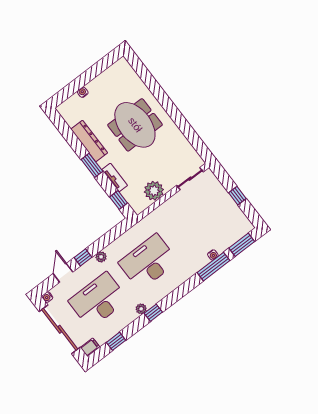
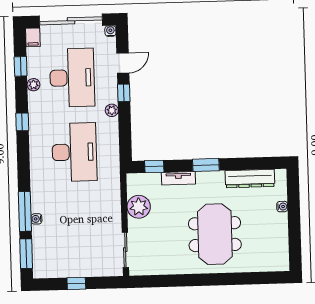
meeting table: (135, 125) -> (215, 234), turned 90
dresser: (89, 141) -> (250, 179), moved
door: (63, 273) -> (123, 63), hinge flipped
plant: (141, 309) -> (34, 85), moved

